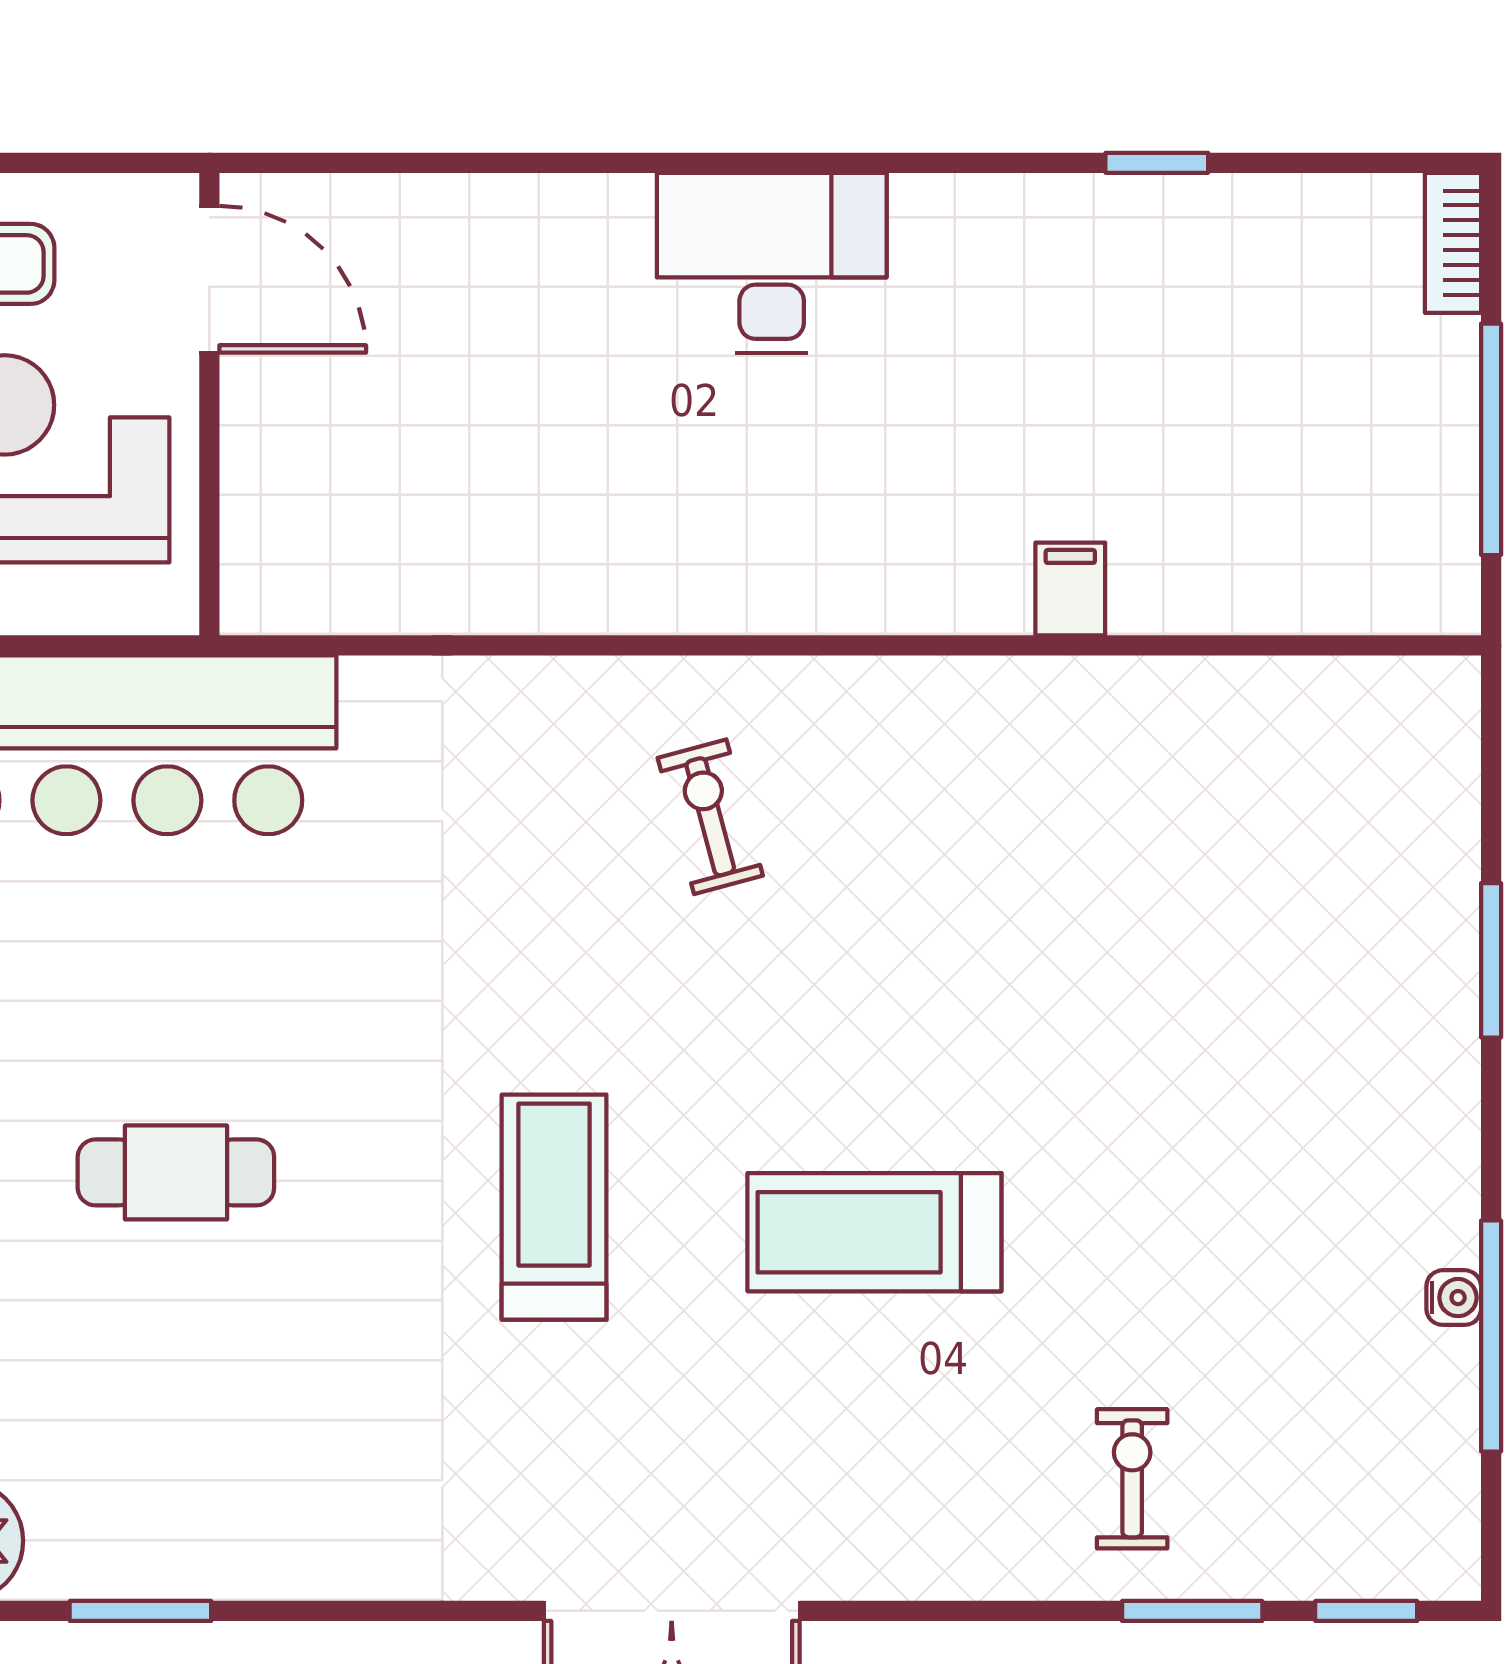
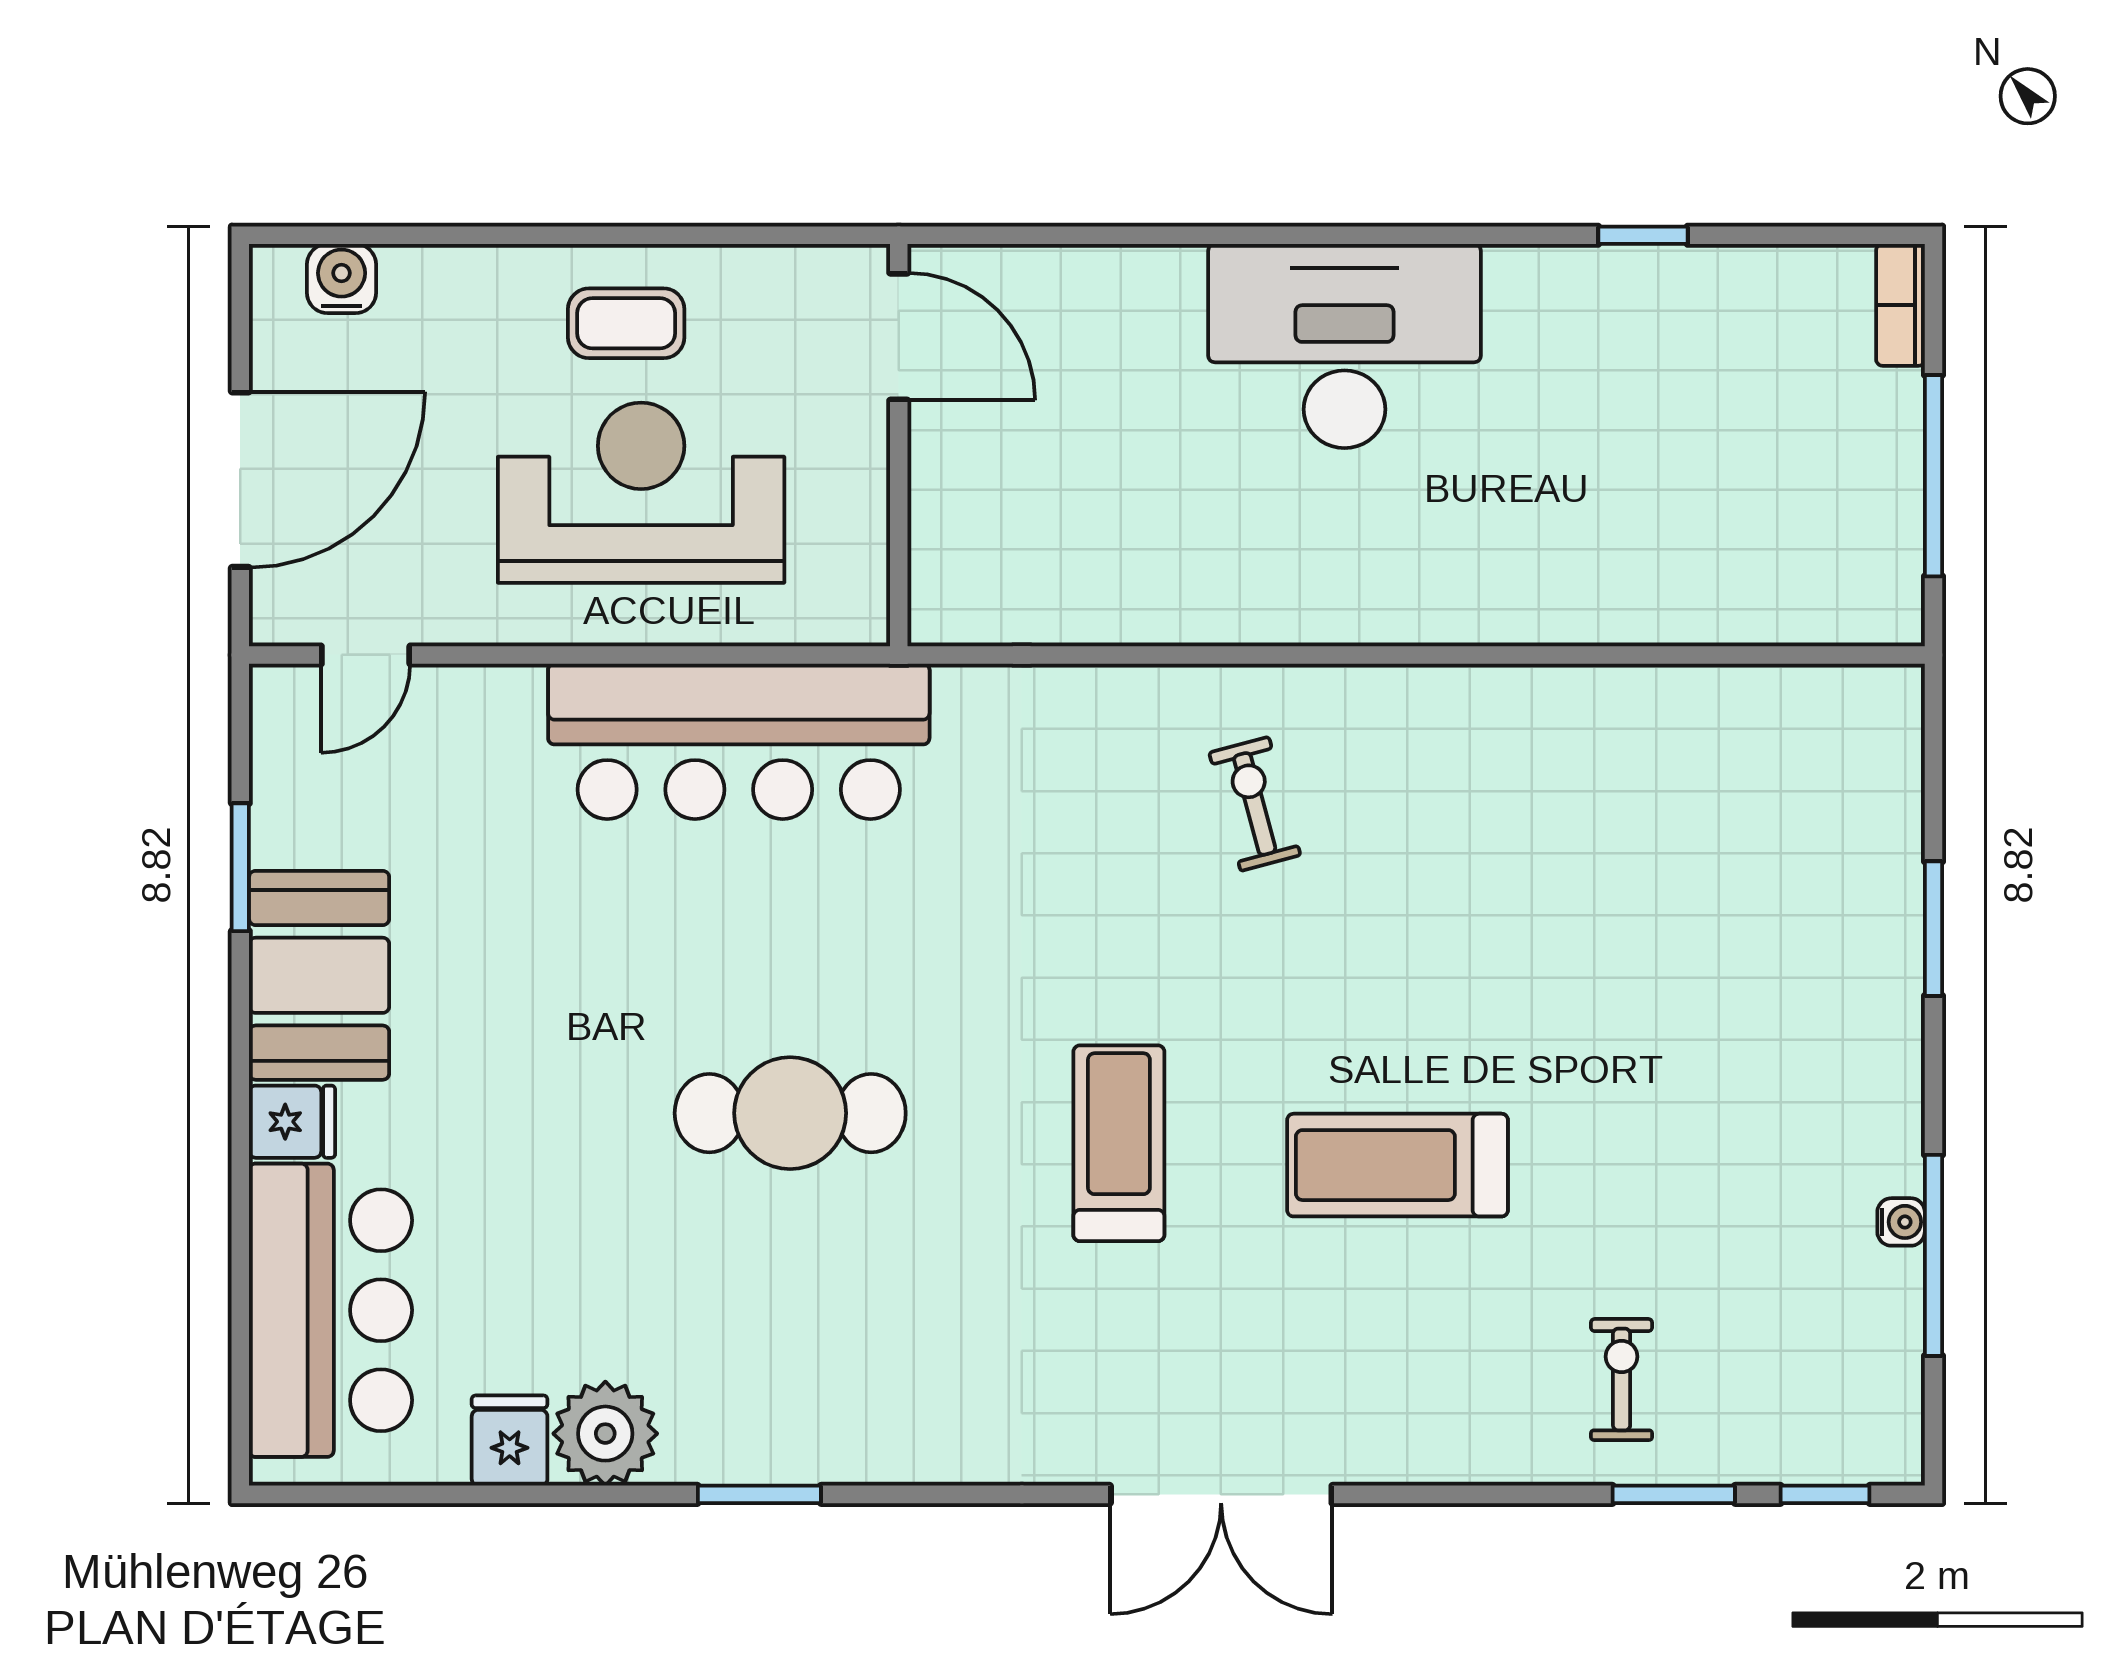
desk: (772, 263) -> (1344, 346), width x1.36, depth x1.30
door: (209, 279) -> (899, 337), moved
wall: (209, 404) -> (899, 445), moved
filing cabinet: (1070, 589) -> (1568, 606), removed
cafe table: (176, 1172) -> (790, 1113), width x1.37, depth x1.35

